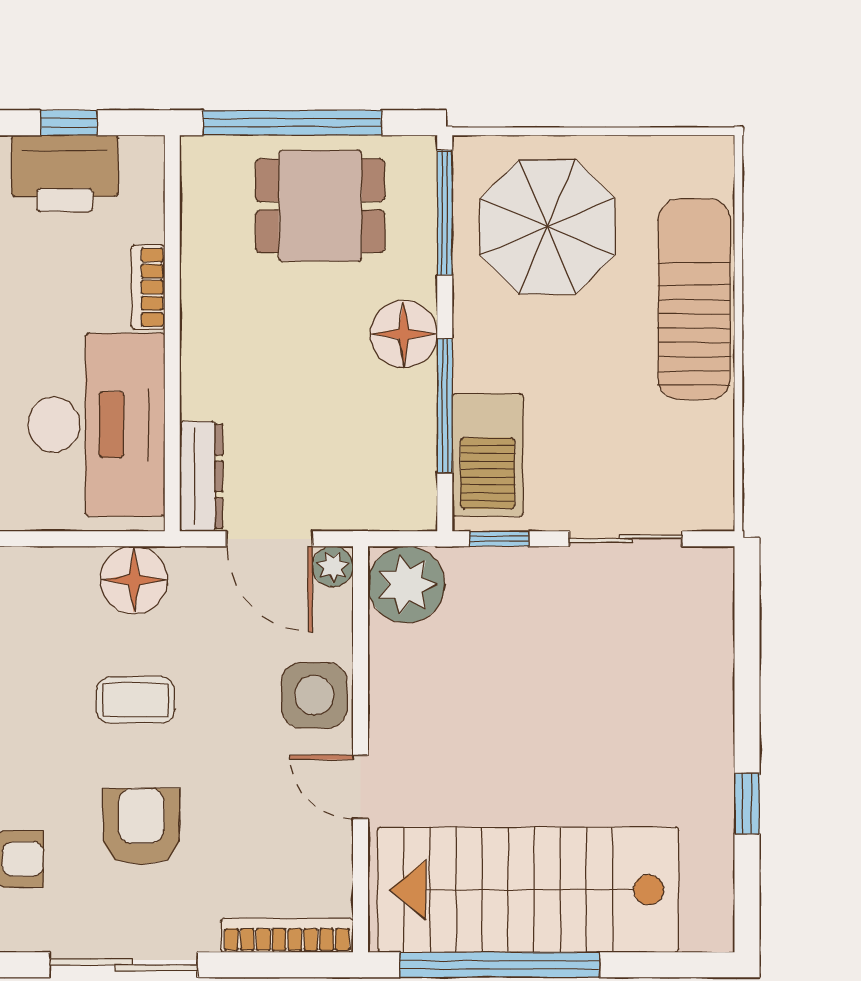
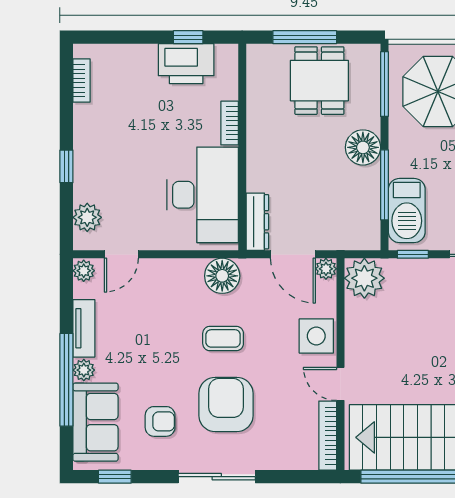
window: (292, 123) -> (305, 37), width x0.68
dining table: (320, 206) -> (319, 81), turned 90
armchair: (141, 827) -> (226, 404), width x1.36, depth x1.36
bookcase: (287, 935) -> (328, 436), moved, turned -90

